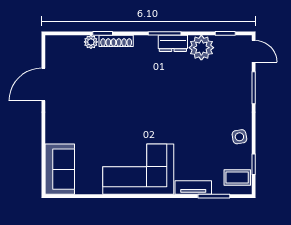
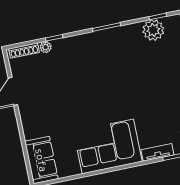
shoe rack: (116, 41) -> (24, 51), moved
dresser: (173, 43) -> (115, 34), removed
plant: (201, 48) -> (153, 30), moved

